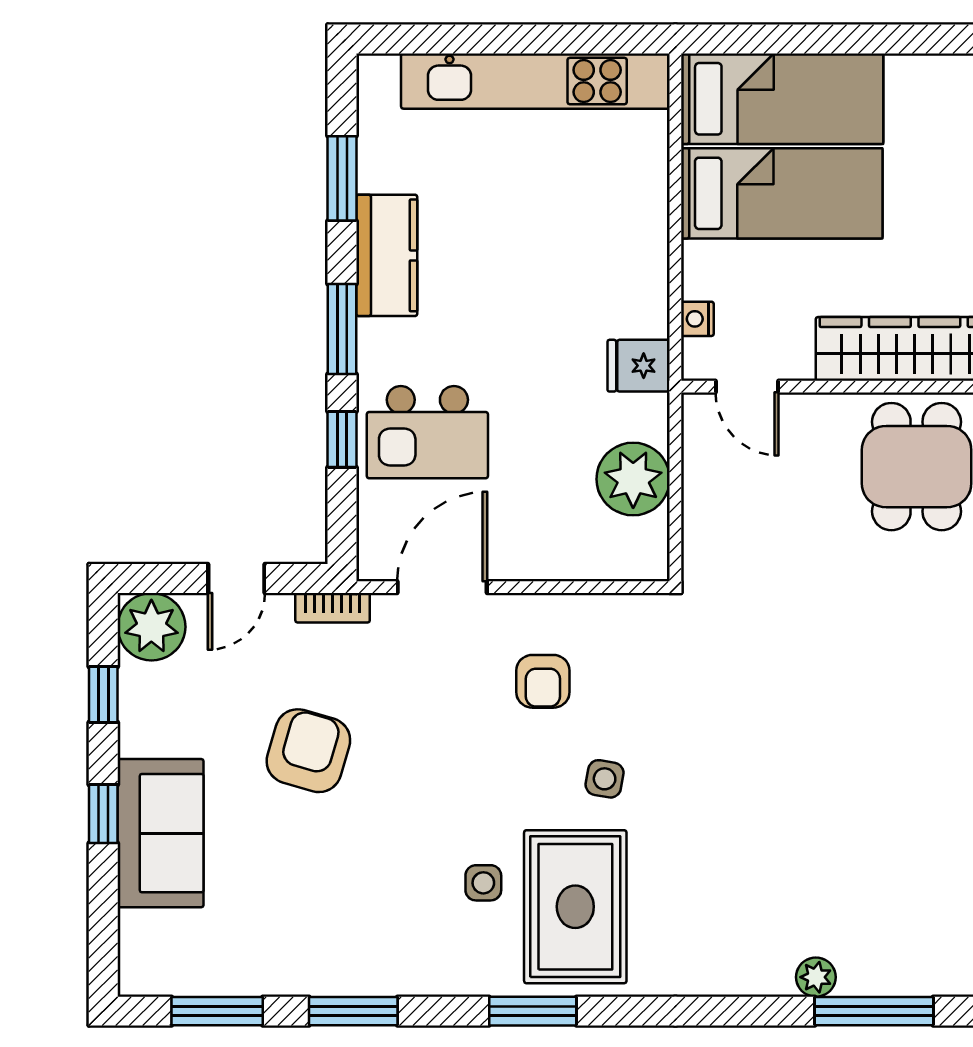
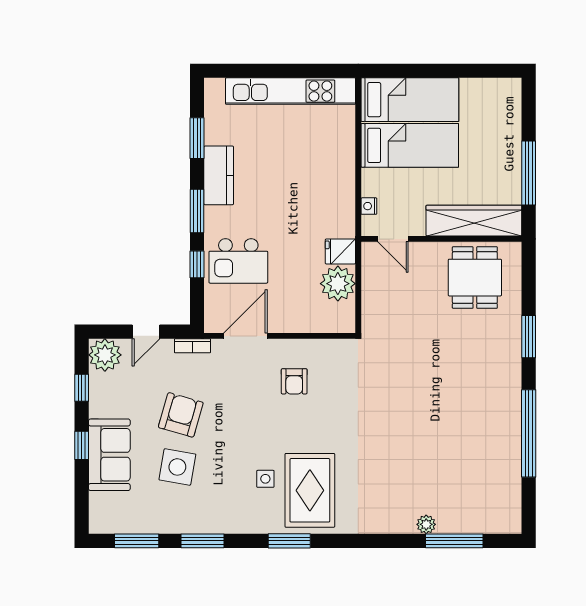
fridge: (639, 366) -> (340, 251), moved
side table: (605, 779) -> (177, 467), moved, width x1.87, depth x1.87

